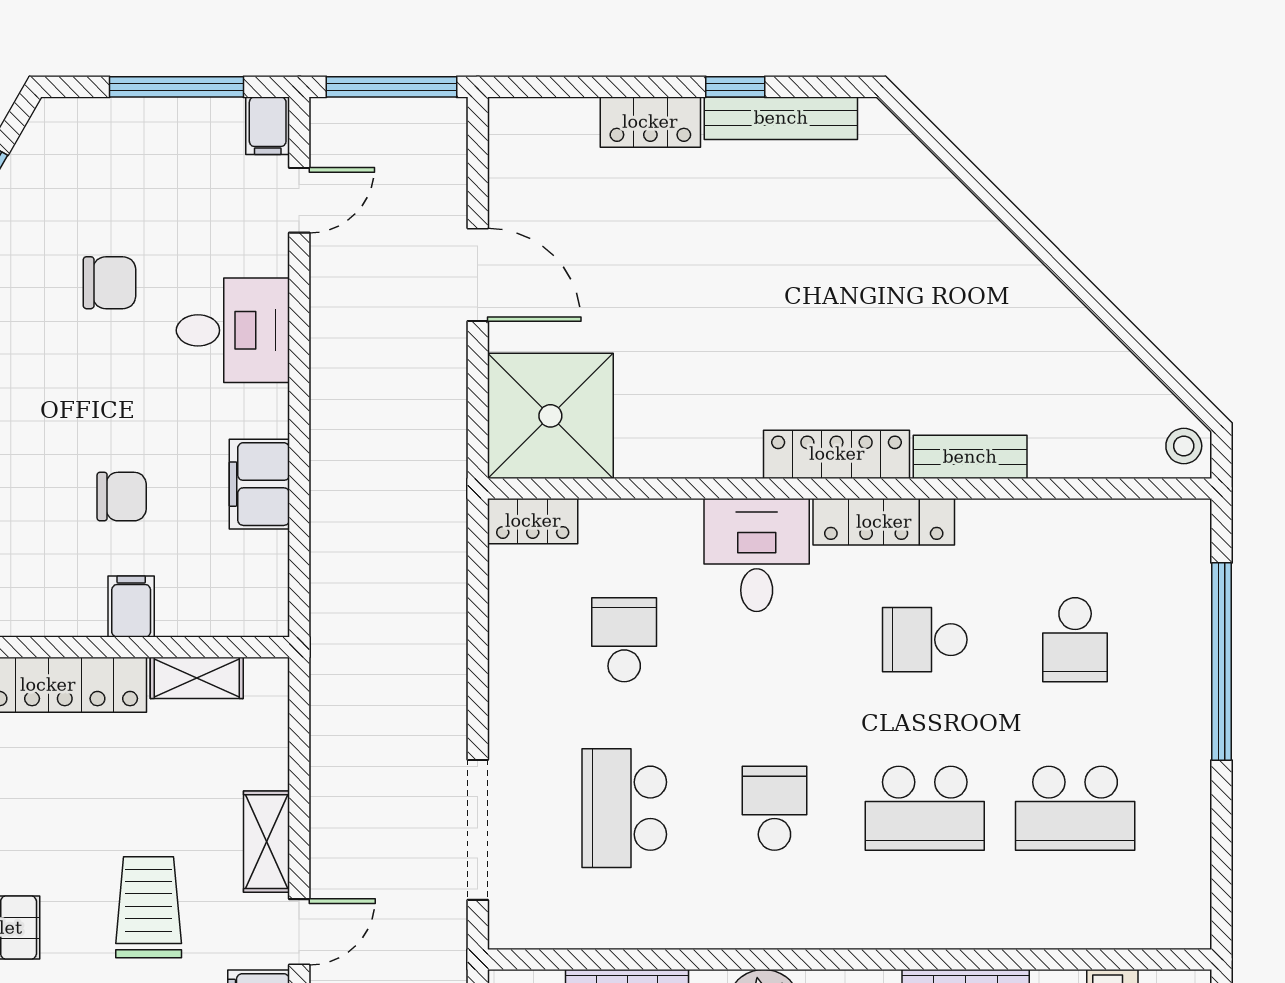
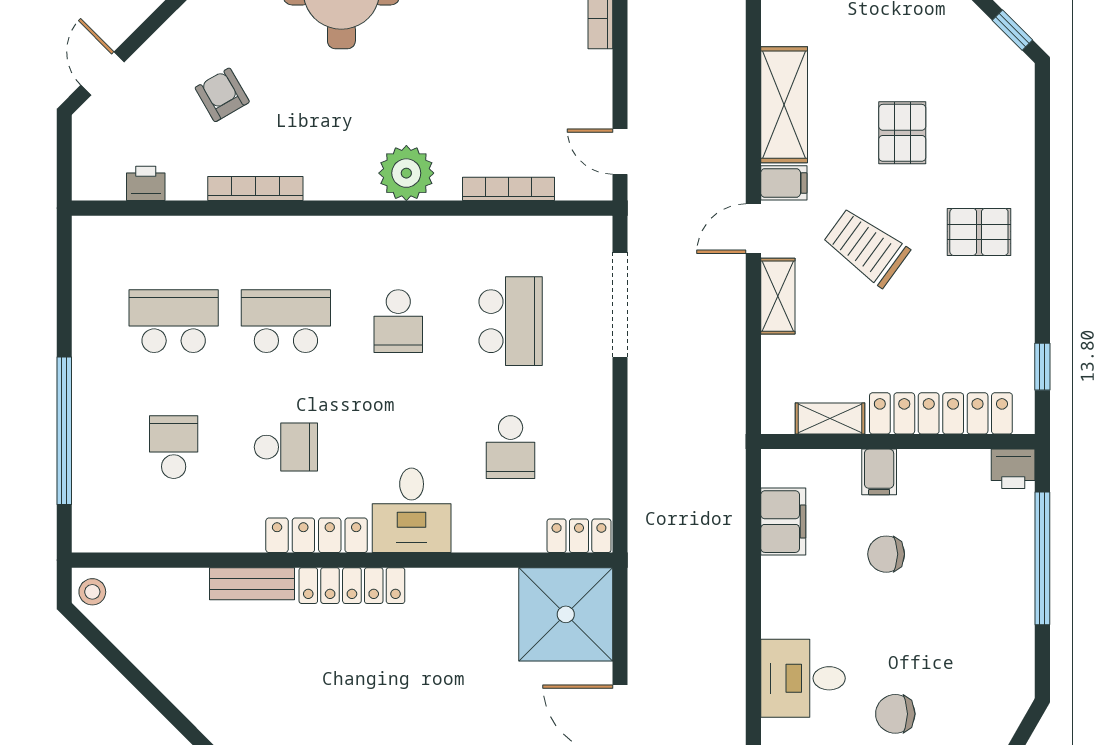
filing cabinet: (259, 484) -> (783, 522), moved
trolley: (149, 907) -> (866, 247), turned 126

